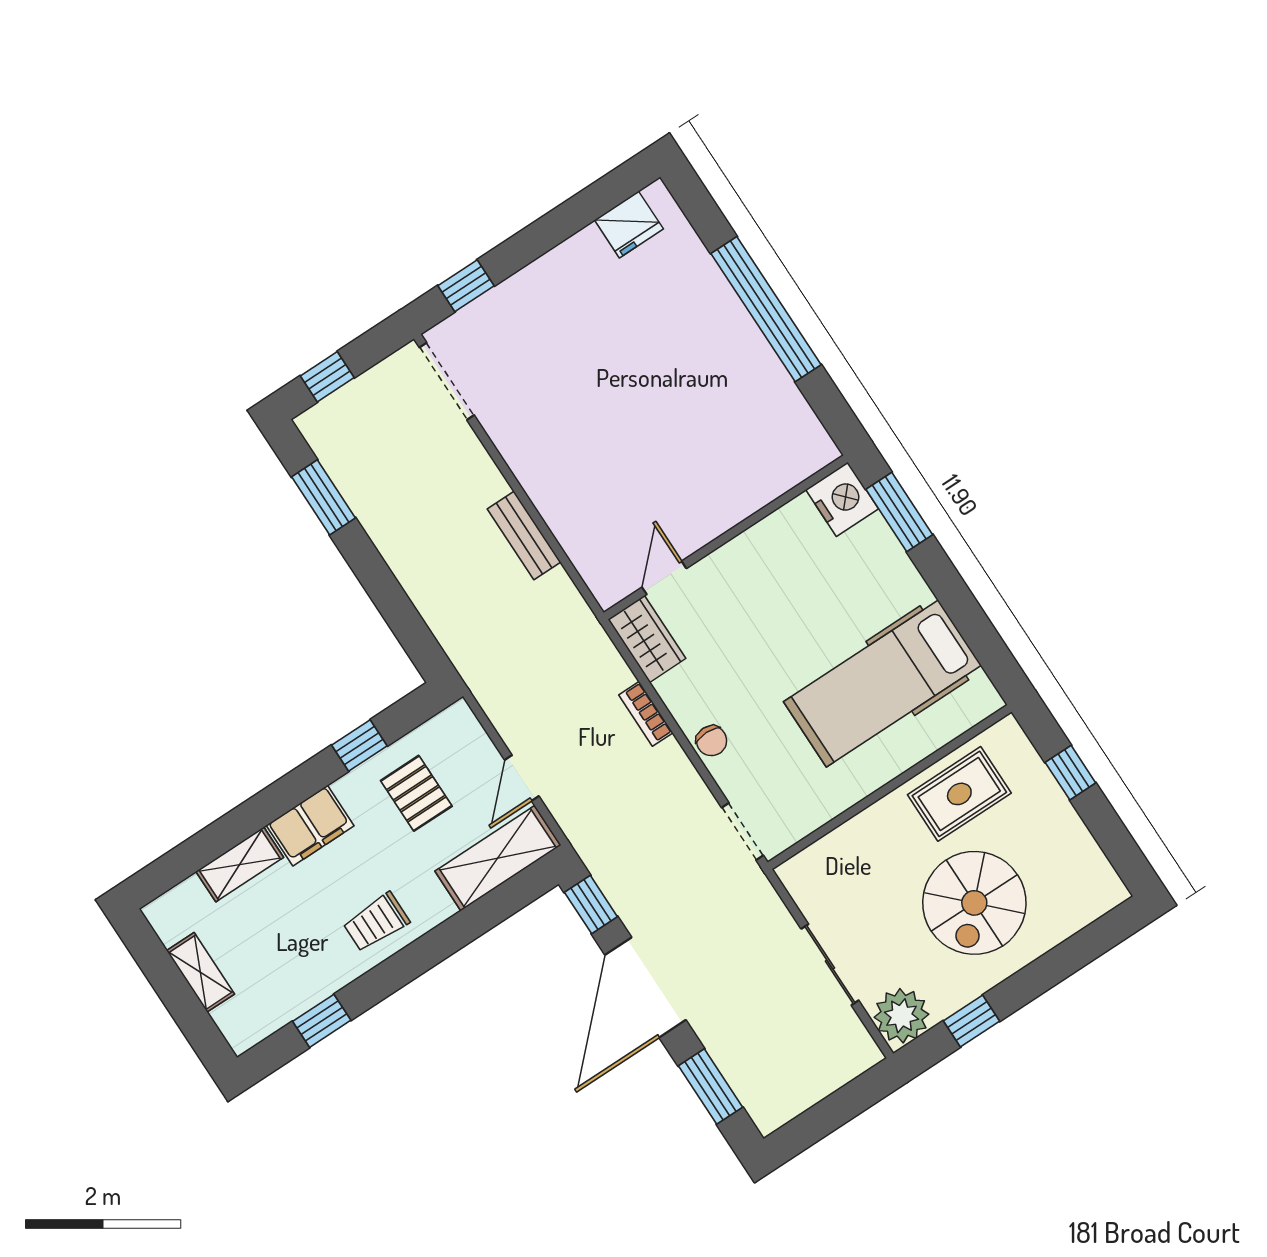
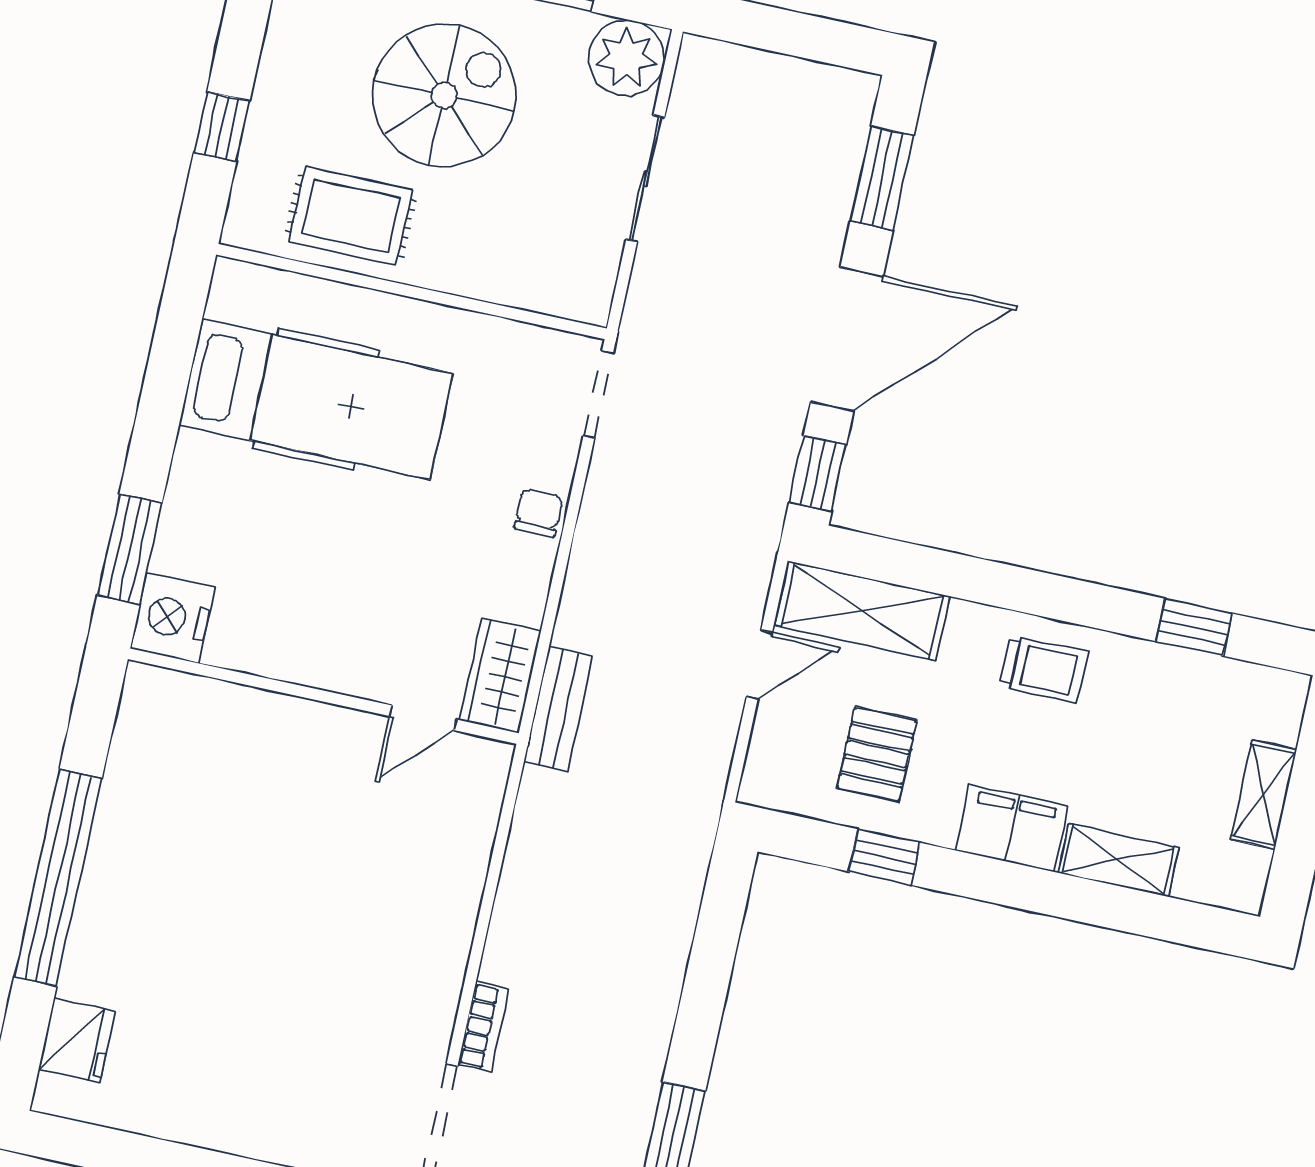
fridge: (629, 224) -> (77, 1040), moved, turned 90
bench: (524, 535) -> (558, 709), moved
bookcase: (646, 714) -> (483, 1027), moved

